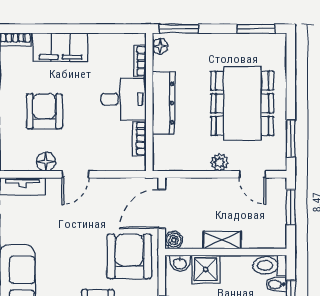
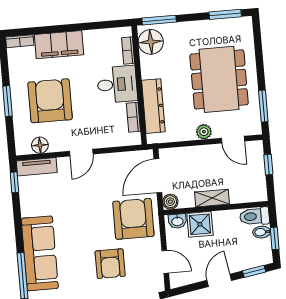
floor lamp: (160, 46) -> (151, 42), width x1.89, depth x1.89
dresser: (164, 103) -> (153, 106), moved
armchair: (44, 111) -> (50, 101), width x1.36, depth x1.36
floor lamp: (46, 162) -> (40, 145), moved
window: (291, 207) -> (268, 165), width x0.67

